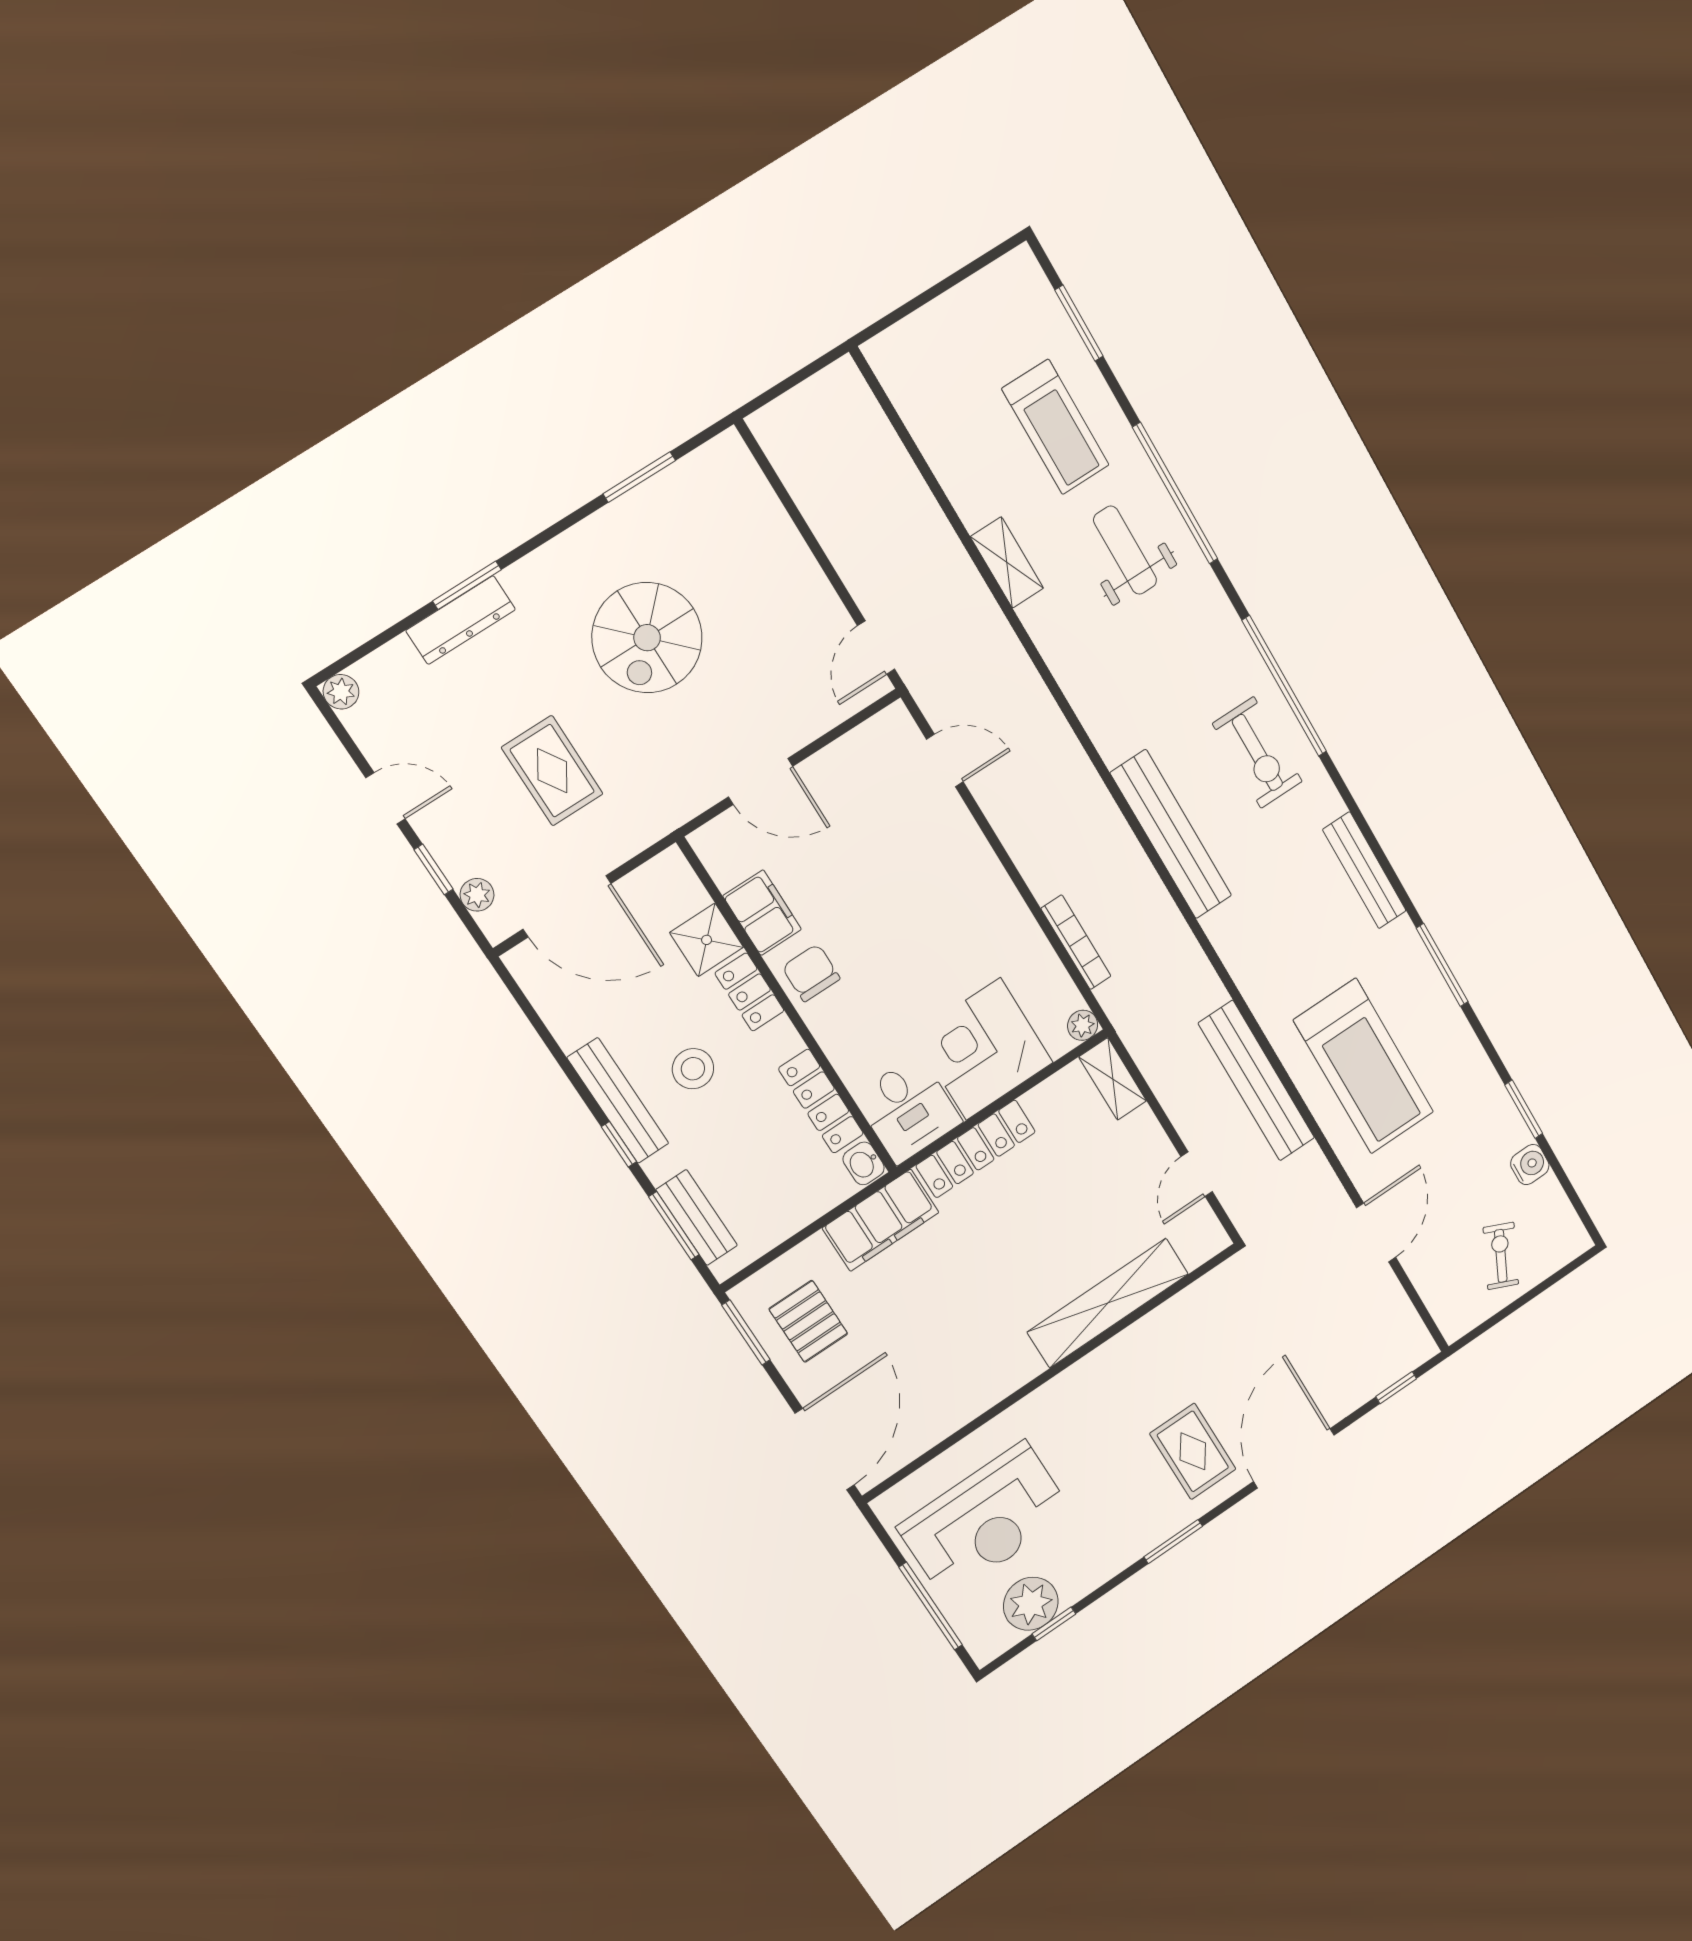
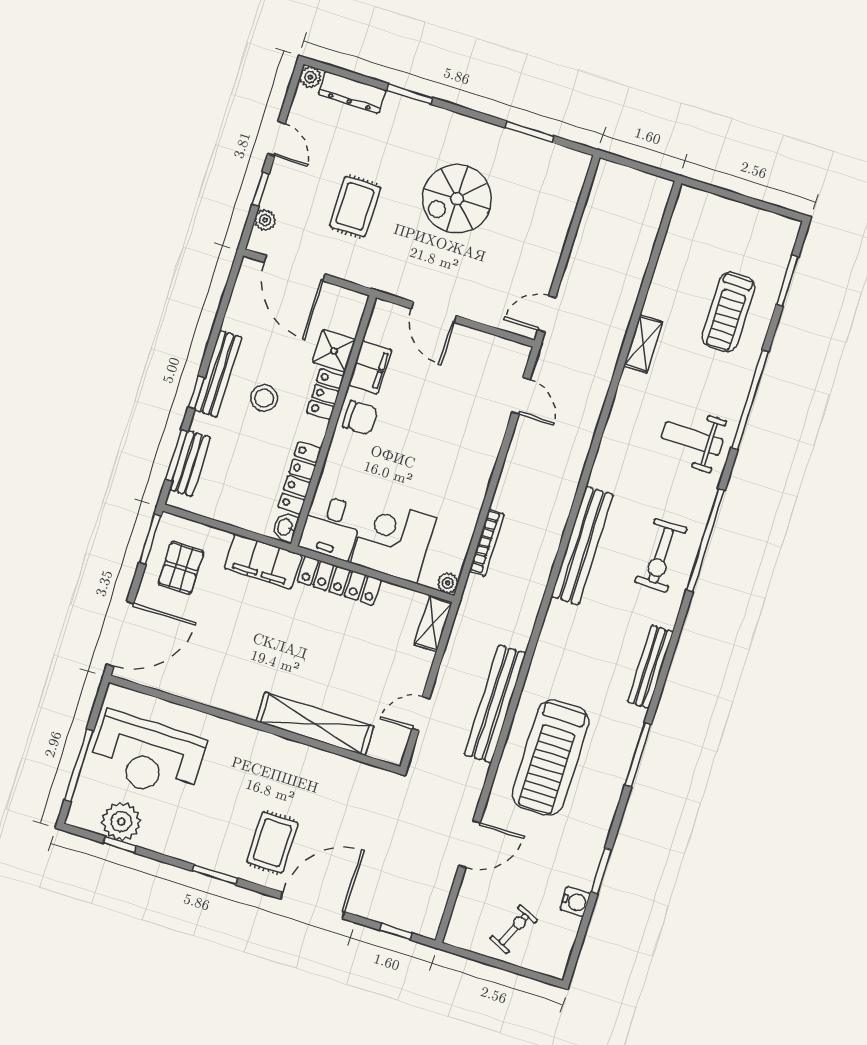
weight bench: (1125, 550) -> (692, 439), moved, turned -90
dresser: (461, 620) -> (352, 92), moved
chair: (811, 973) -> (360, 418), turned 90

